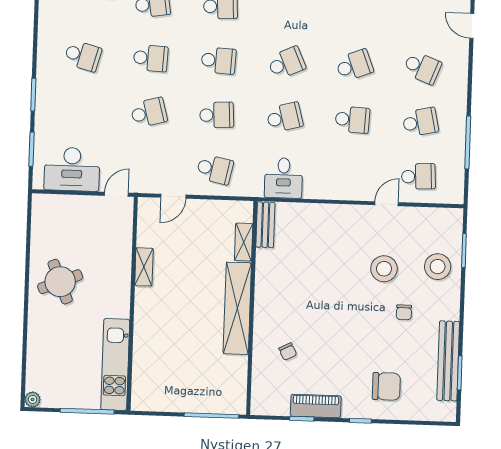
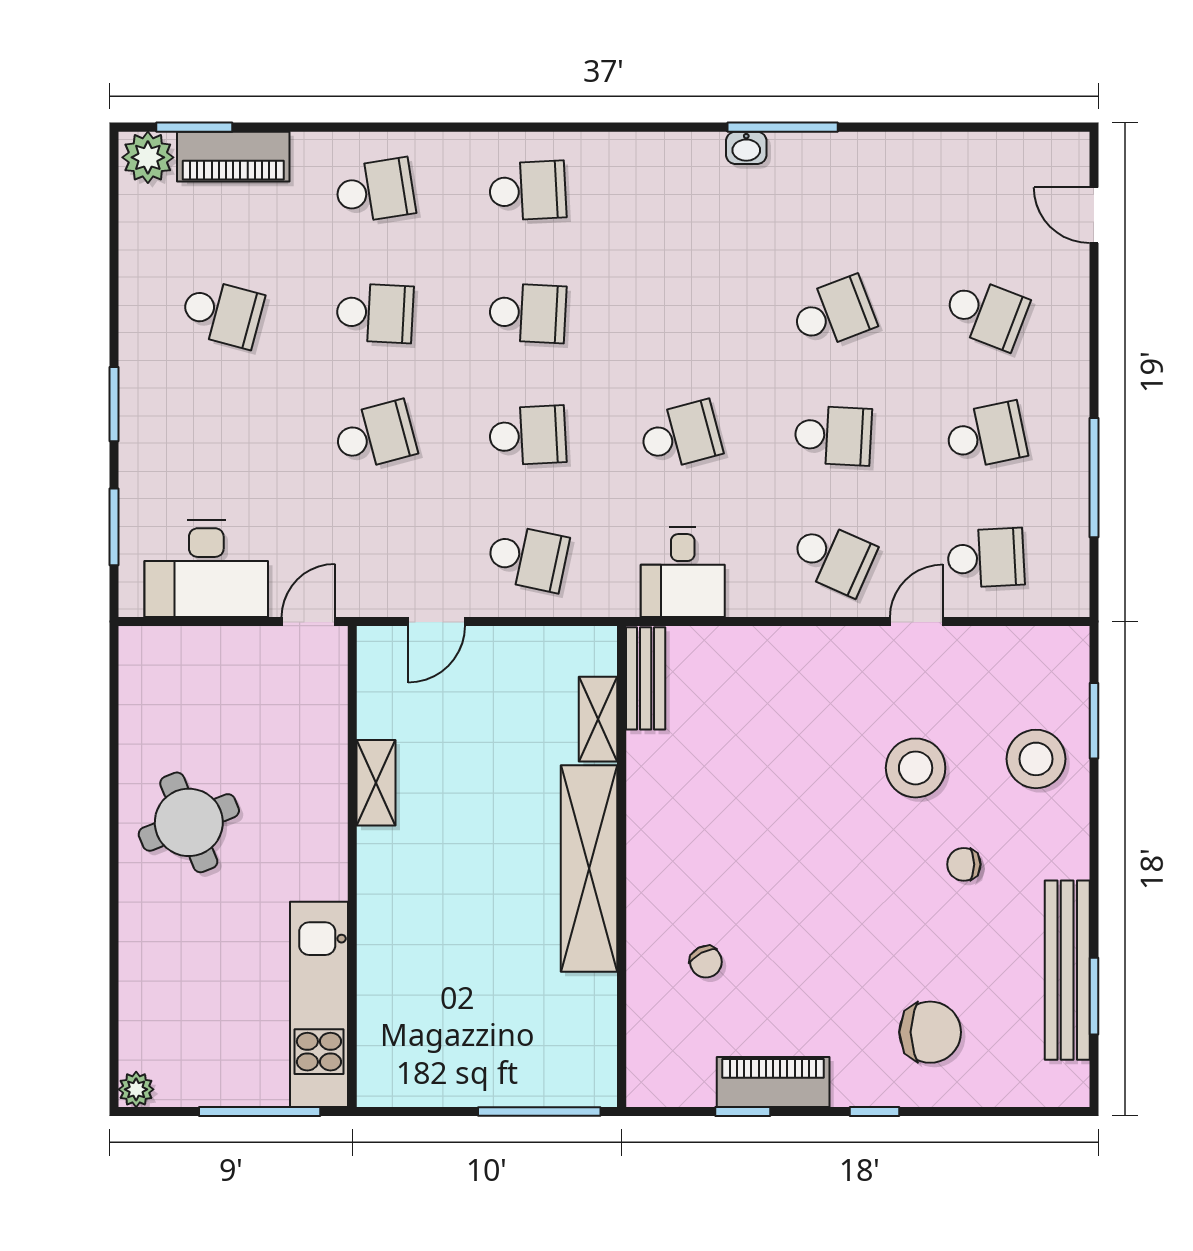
school desk: (286, 63) -> (833, 558), moved, turned 48
chair: (404, 312) -> (964, 864), turned 90

